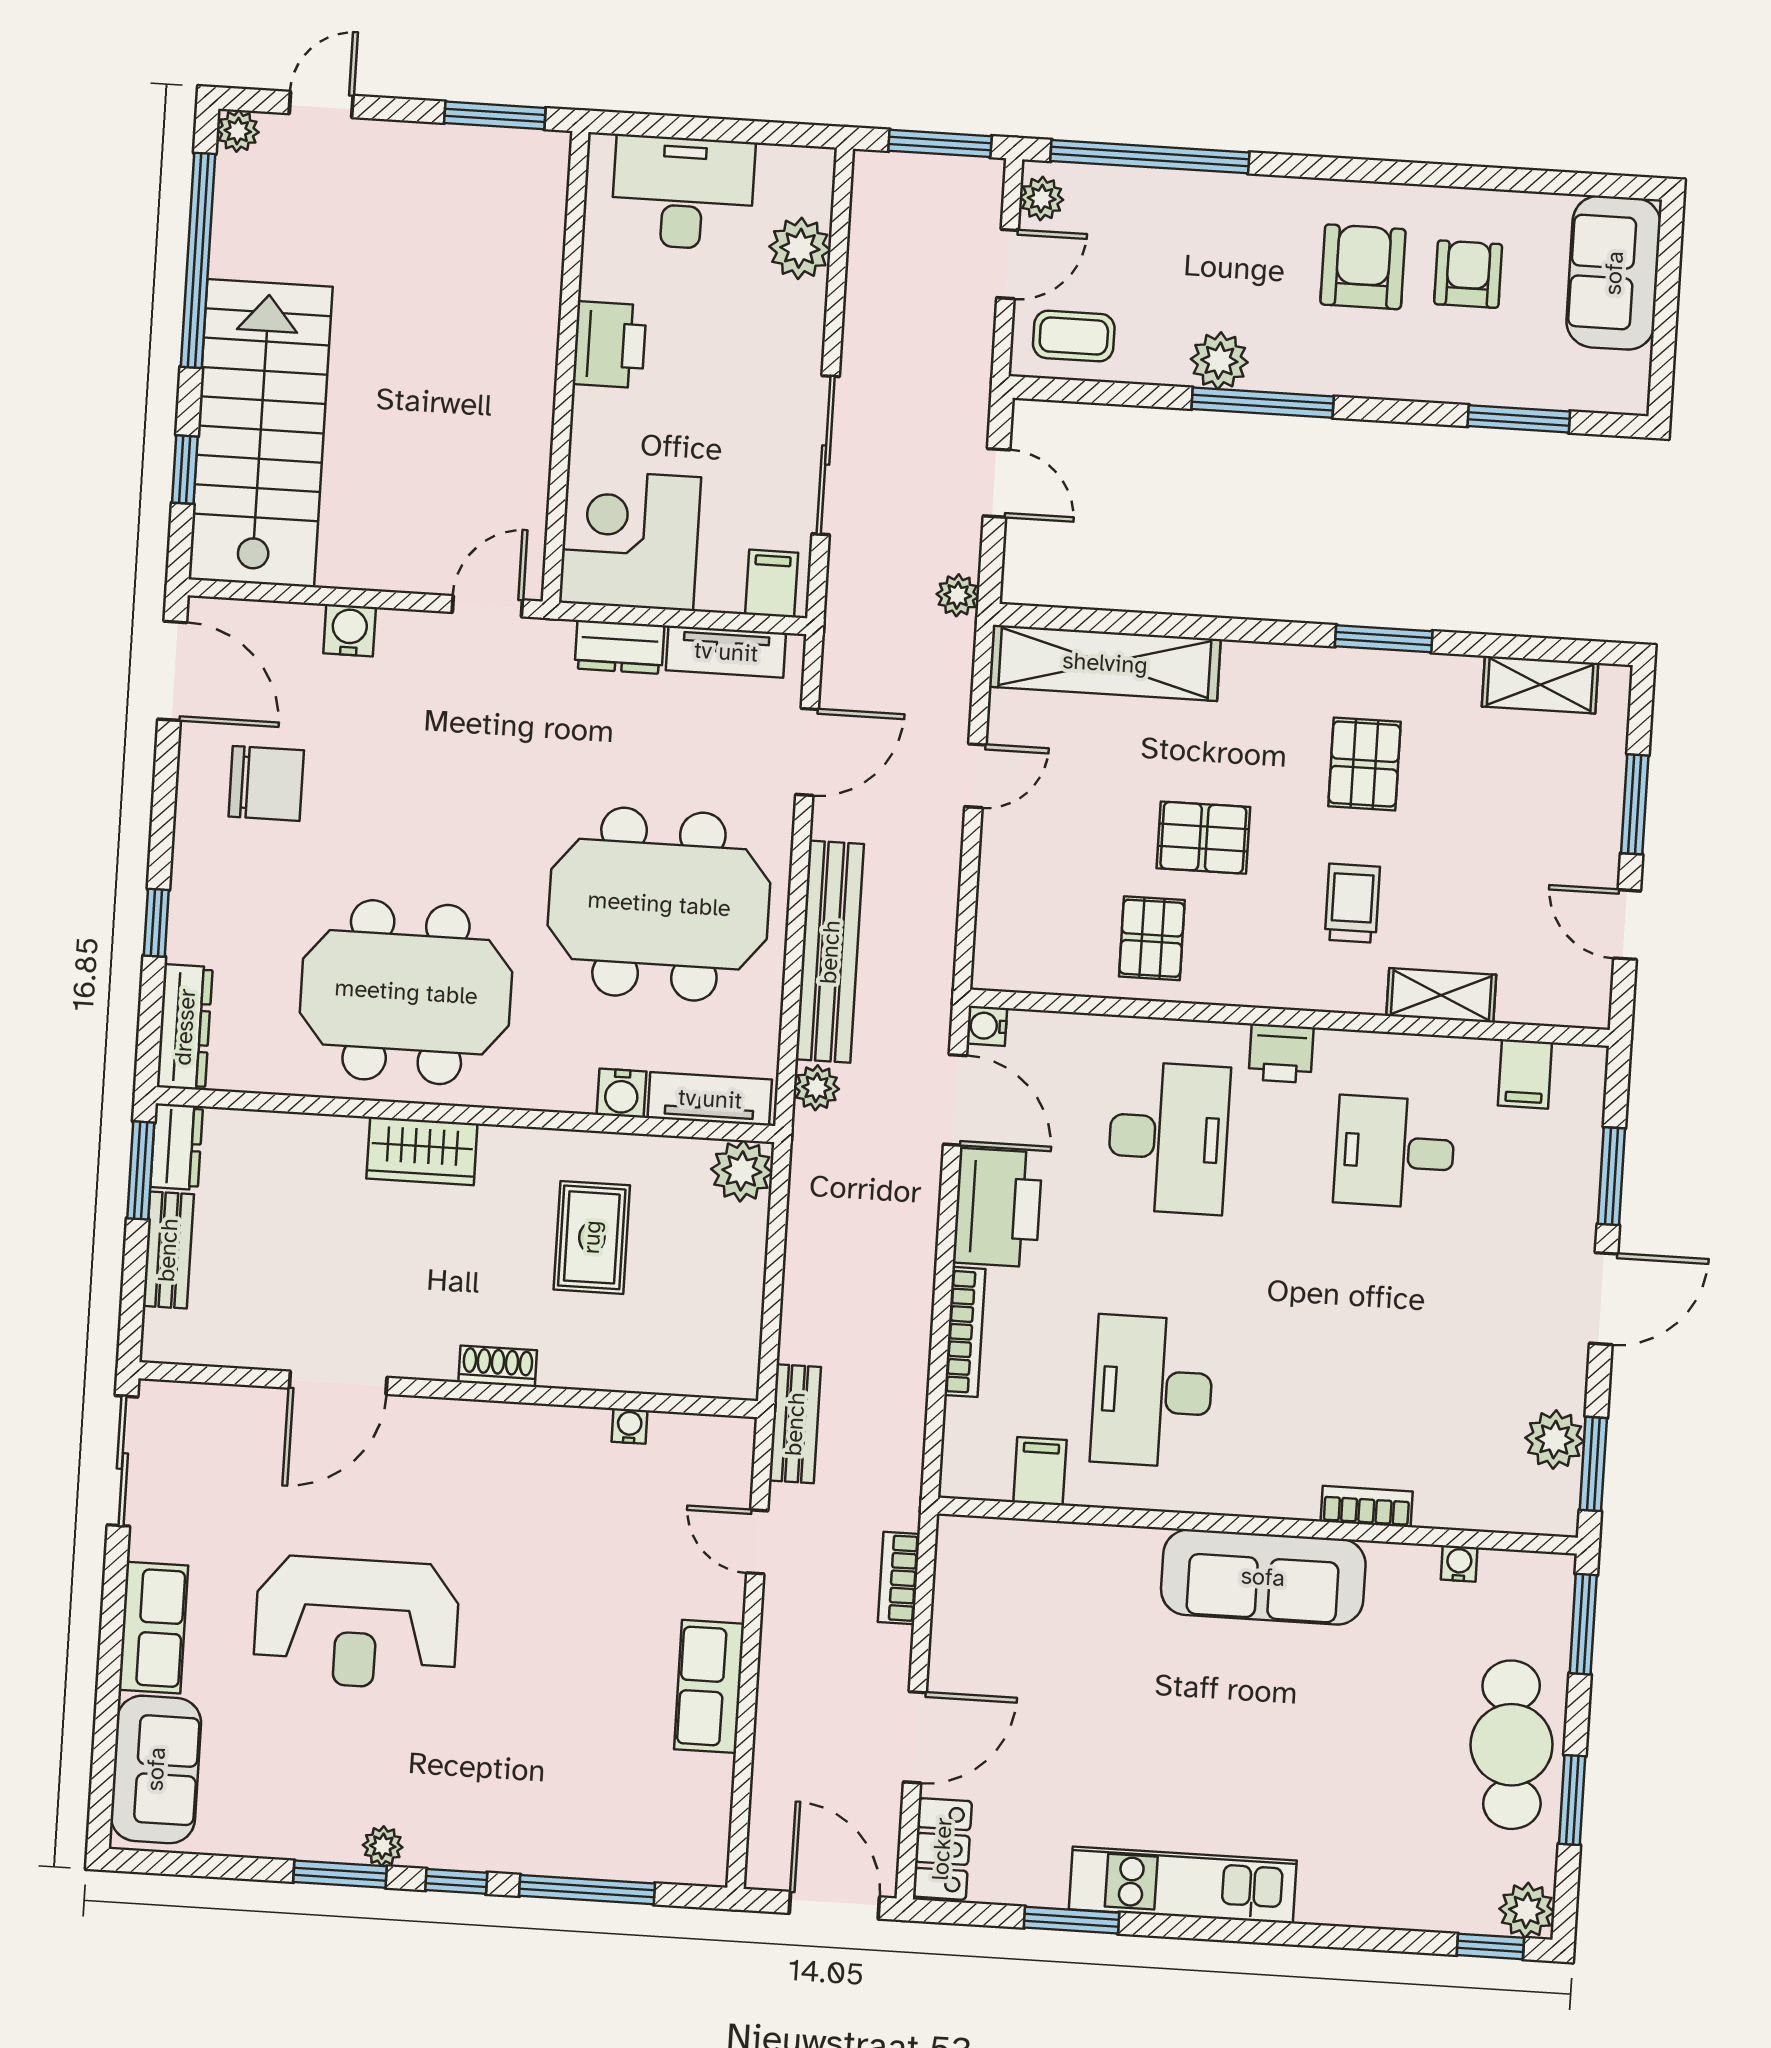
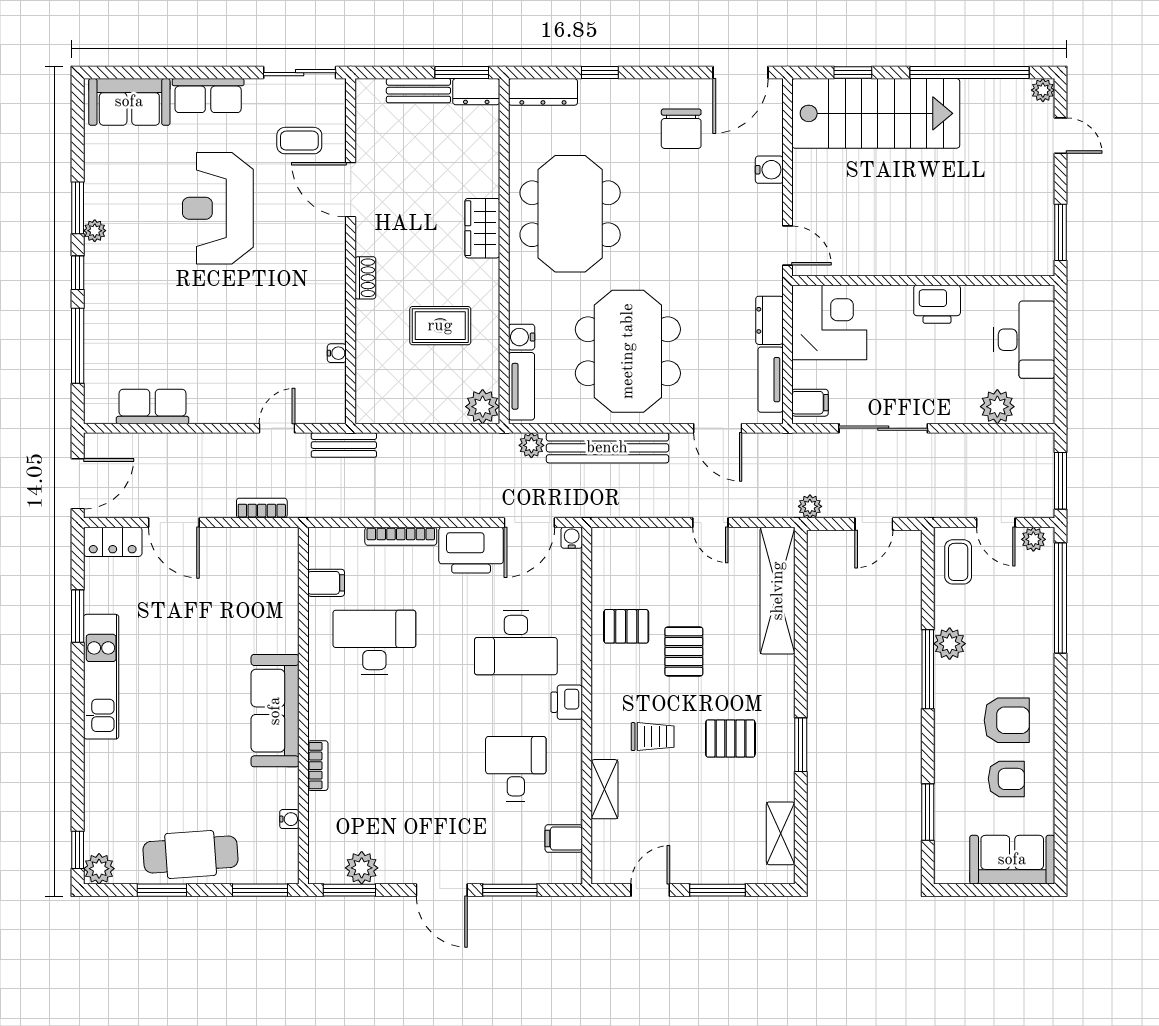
coffee table: (244, 1469) -> (299, 141), added
row of seats: (709, 1686) -> (153, 406), moved

